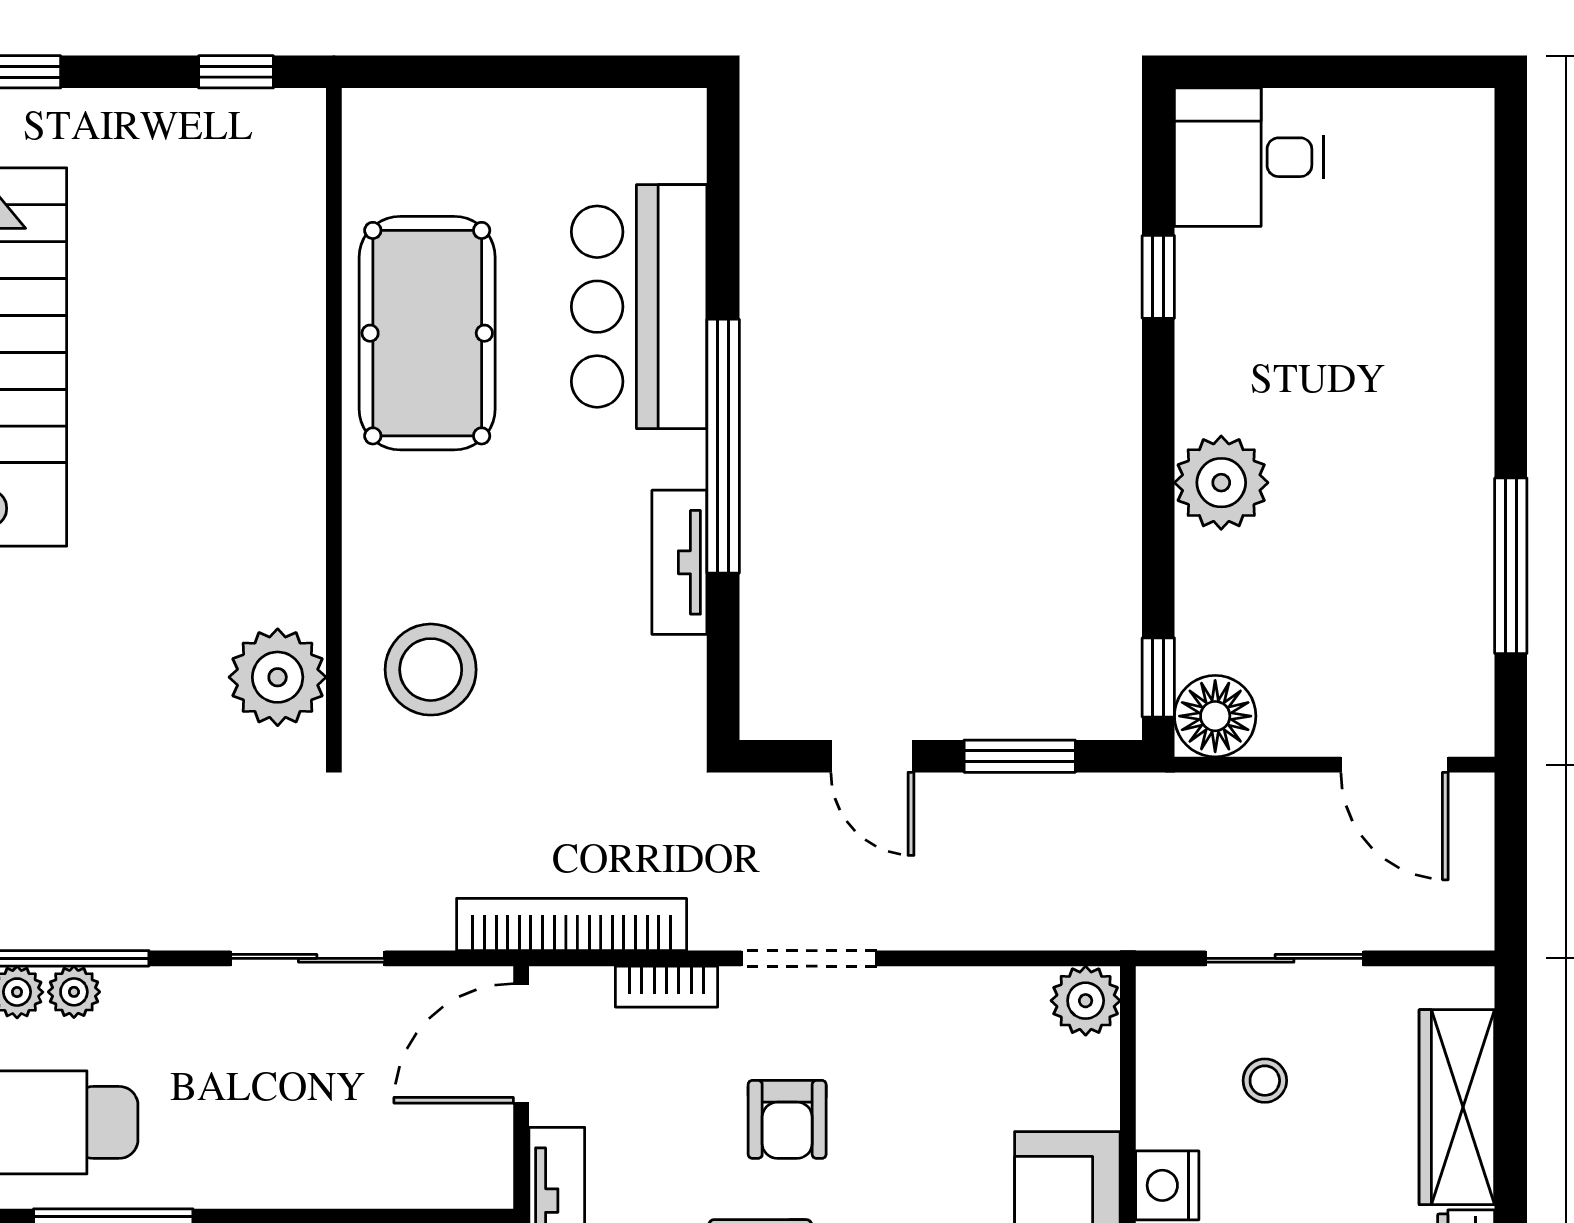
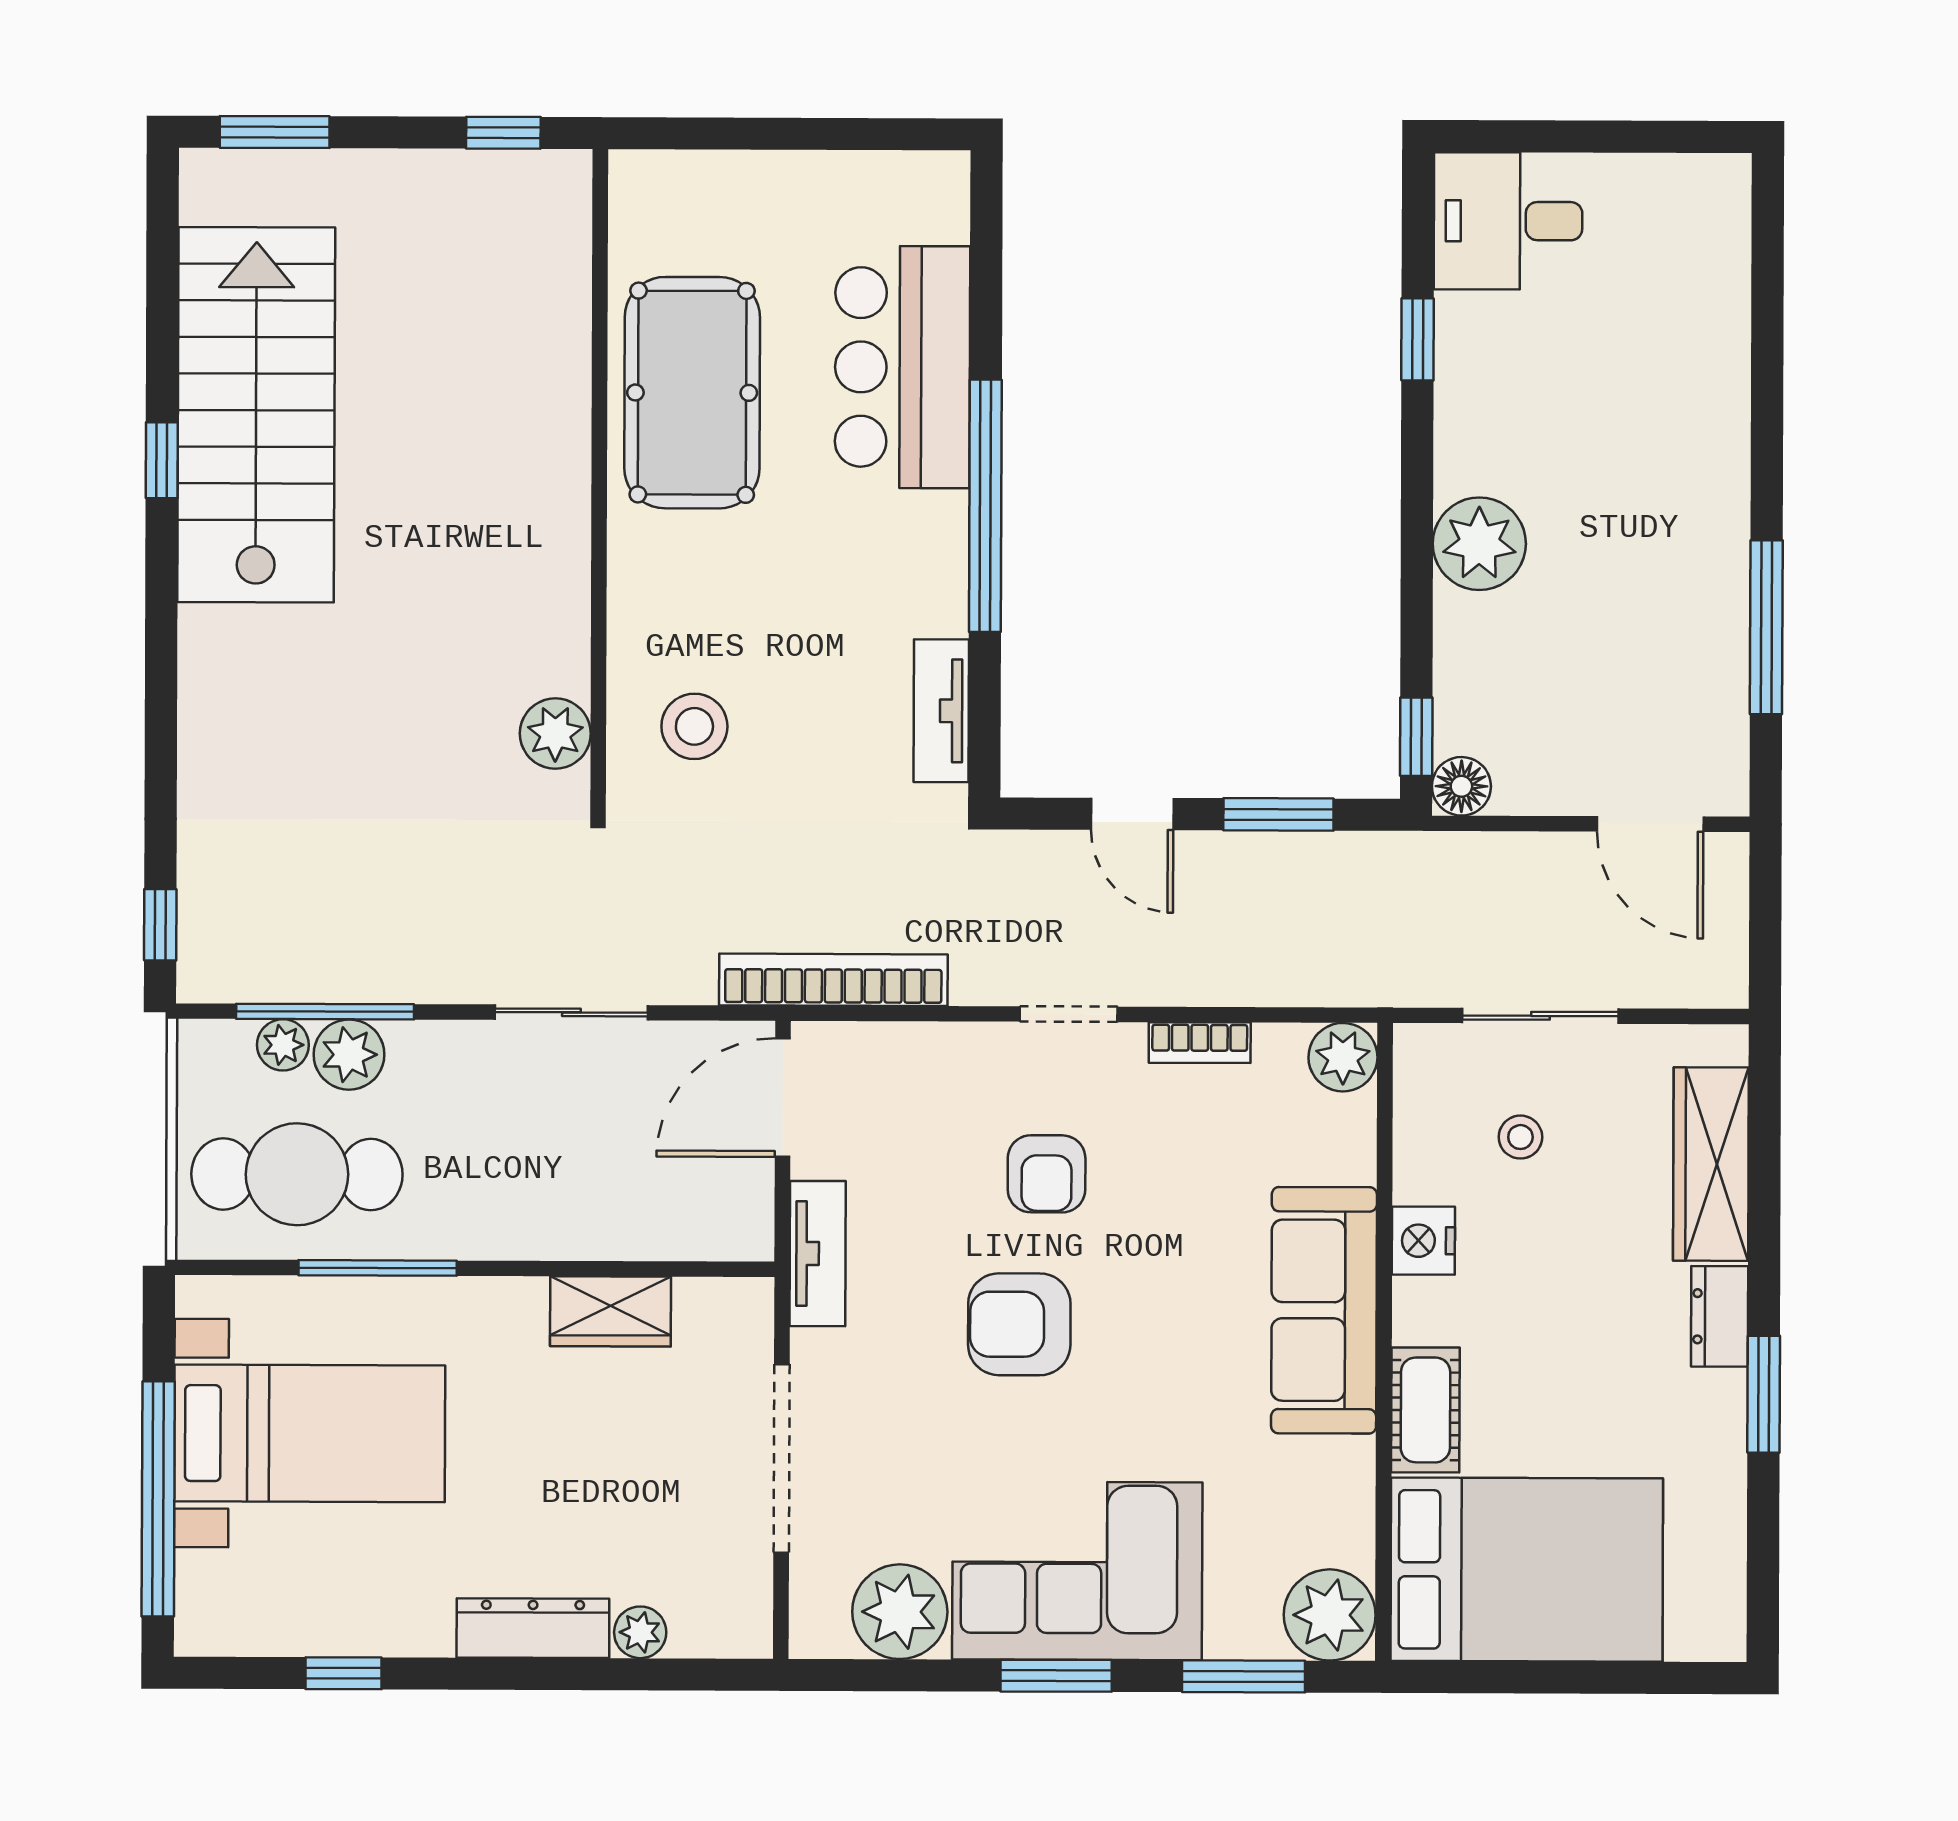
tv unit: (679, 562) -> (941, 711), moved
stool: (431, 670) -> (694, 726), width x0.73, depth x0.73
plant: (278, 677) -> (555, 734), width x0.73, depth x0.73
floor lamp: (1215, 716) -> (1461, 786), width x0.73, depth x0.73
doorway: (809, 958) -> (1069, 1014), width x0.73
bookcase: (667, 987) -> (1200, 1043), moved
plant: (74, 992) -> (349, 1055), width x1.38, depth x1.38

